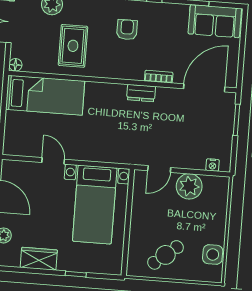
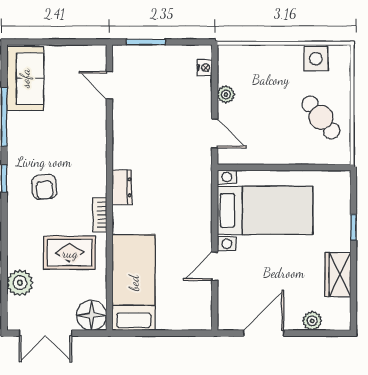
armchair: (127, 30) -> (44, 187), turned -96
floor lamp: (15, 65) -> (92, 315), width x1.89, depth x1.89
bookcase: (159, 77) -> (100, 215), moved
door: (204, 88) -> (109, 85), width x0.53
dresser: (141, 93) -> (122, 187), moved
plant: (189, 186) -> (226, 95), width x0.53, depth x0.53

